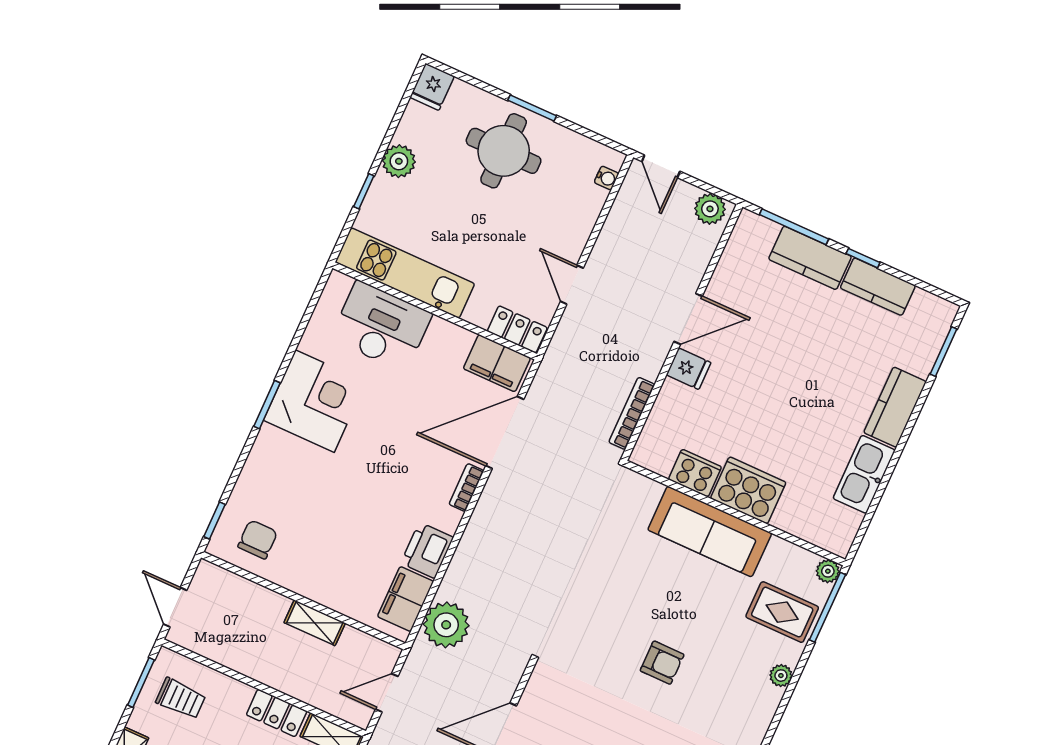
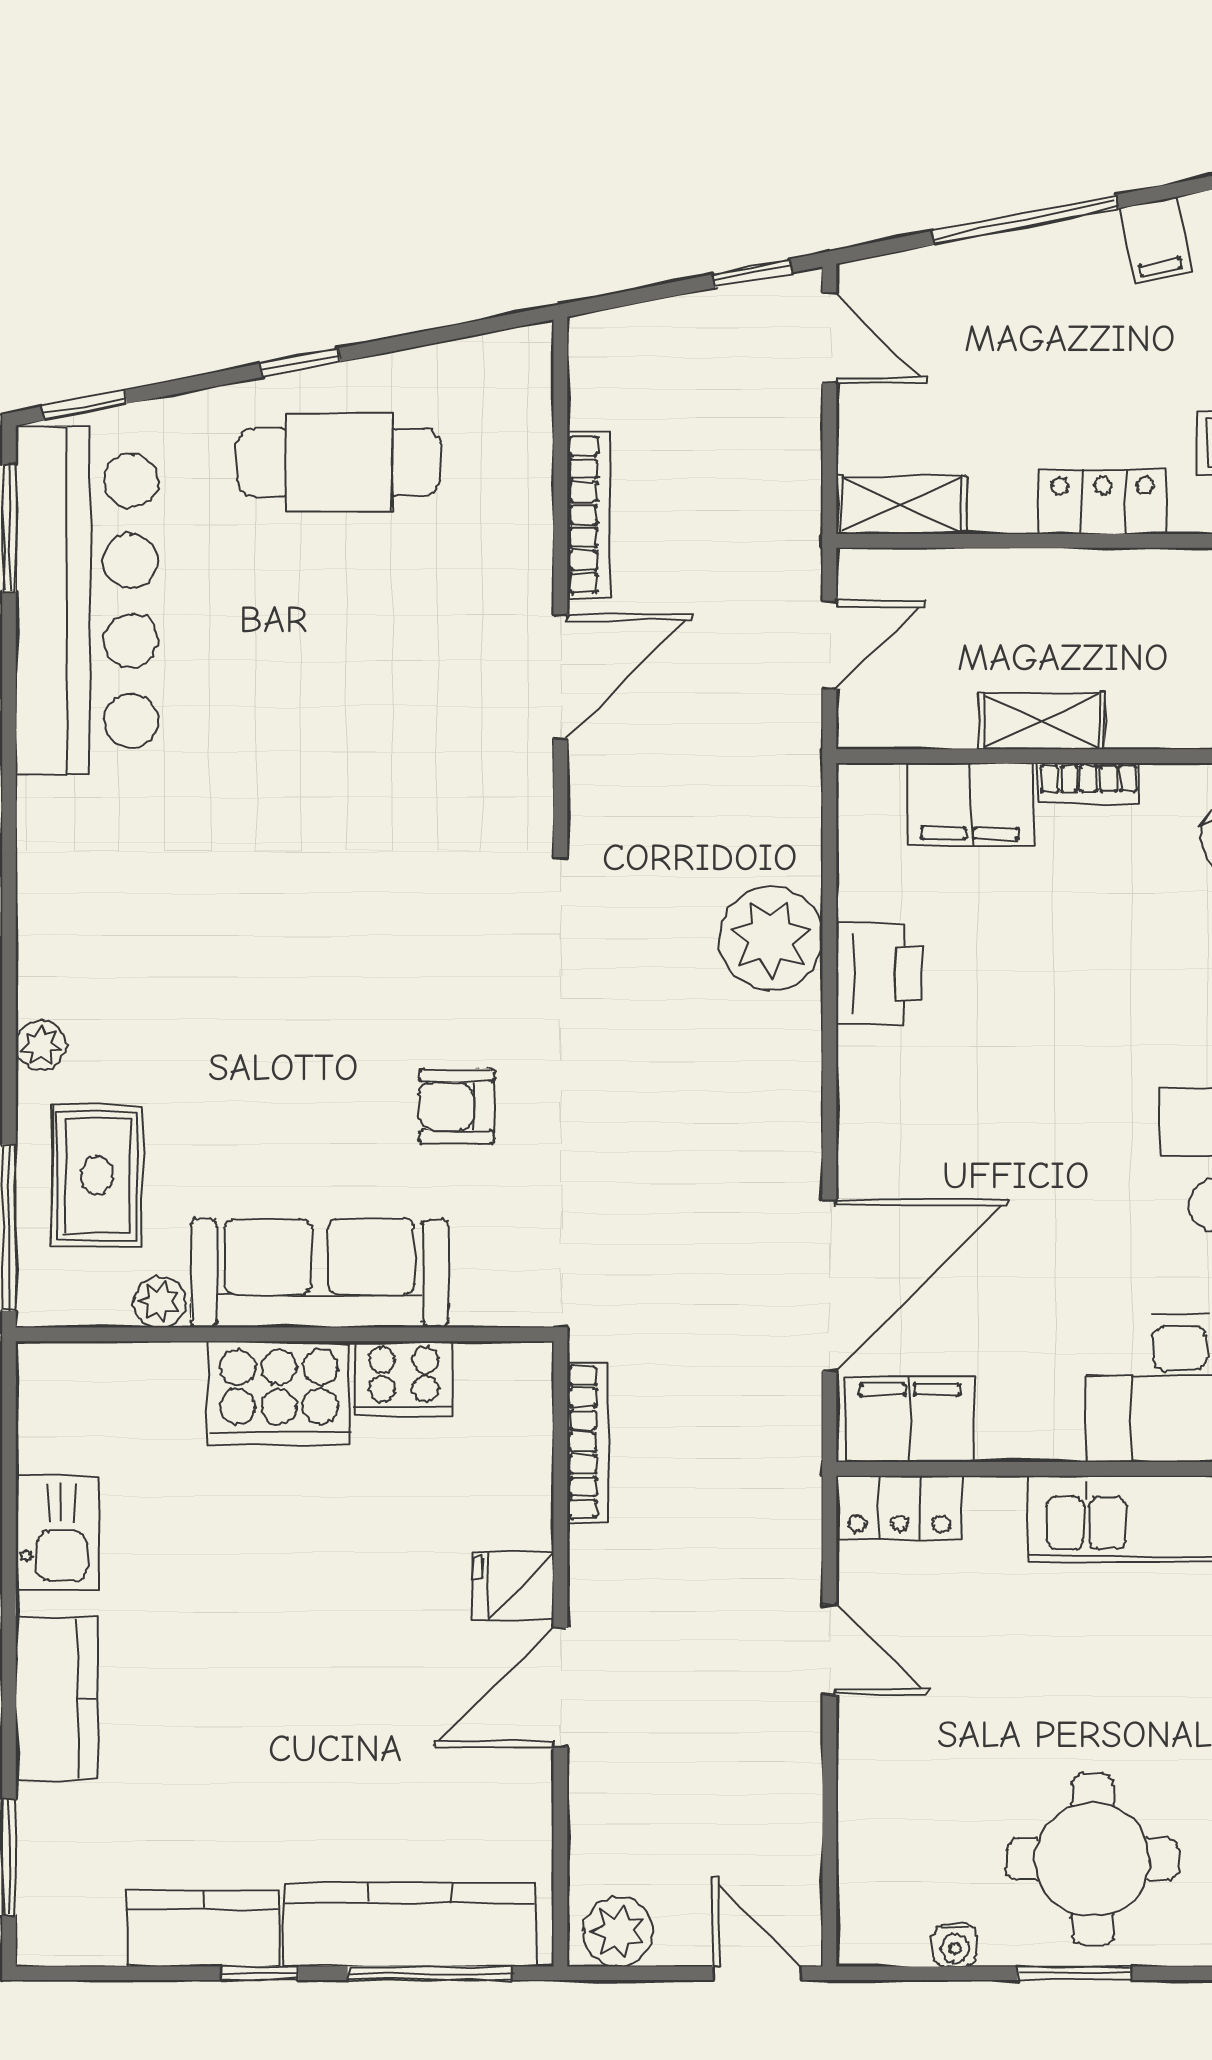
water cooler: (606, 178) -> (955, 1945), moved, turned -90
kitchen counter: (810, 258) -> (410, 1925), width x1.50
kitchen sink: (864, 474) -> (57, 1533), width x0.73
bookcase: (467, 488) -> (1089, 783), moved, turned 90
plant: (828, 571) -> (160, 1302), moved
filing cabinet: (406, 599) -> (970, 804), moved, turned 90
rug: (782, 612) -> (97, 1176), turned 90
plant: (446, 625) -> (771, 938), moved
armchair: (662, 663) -> (457, 1106), moved
locker: (277, 713) -> (1103, 502), moved

